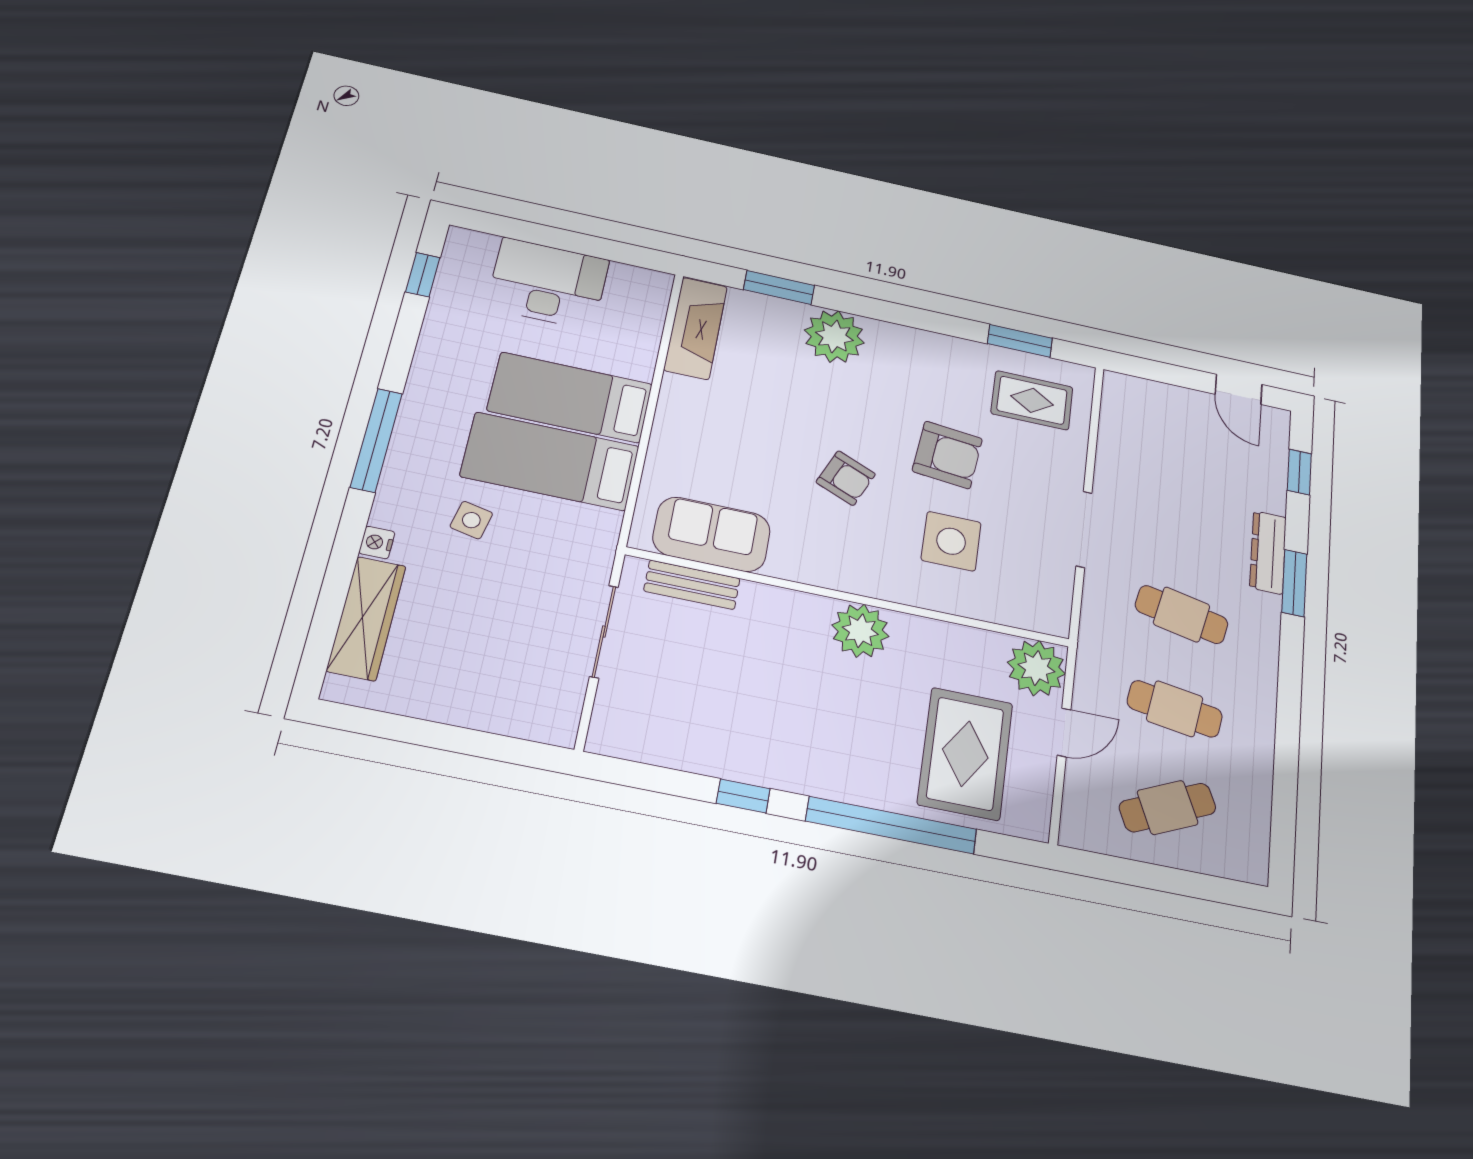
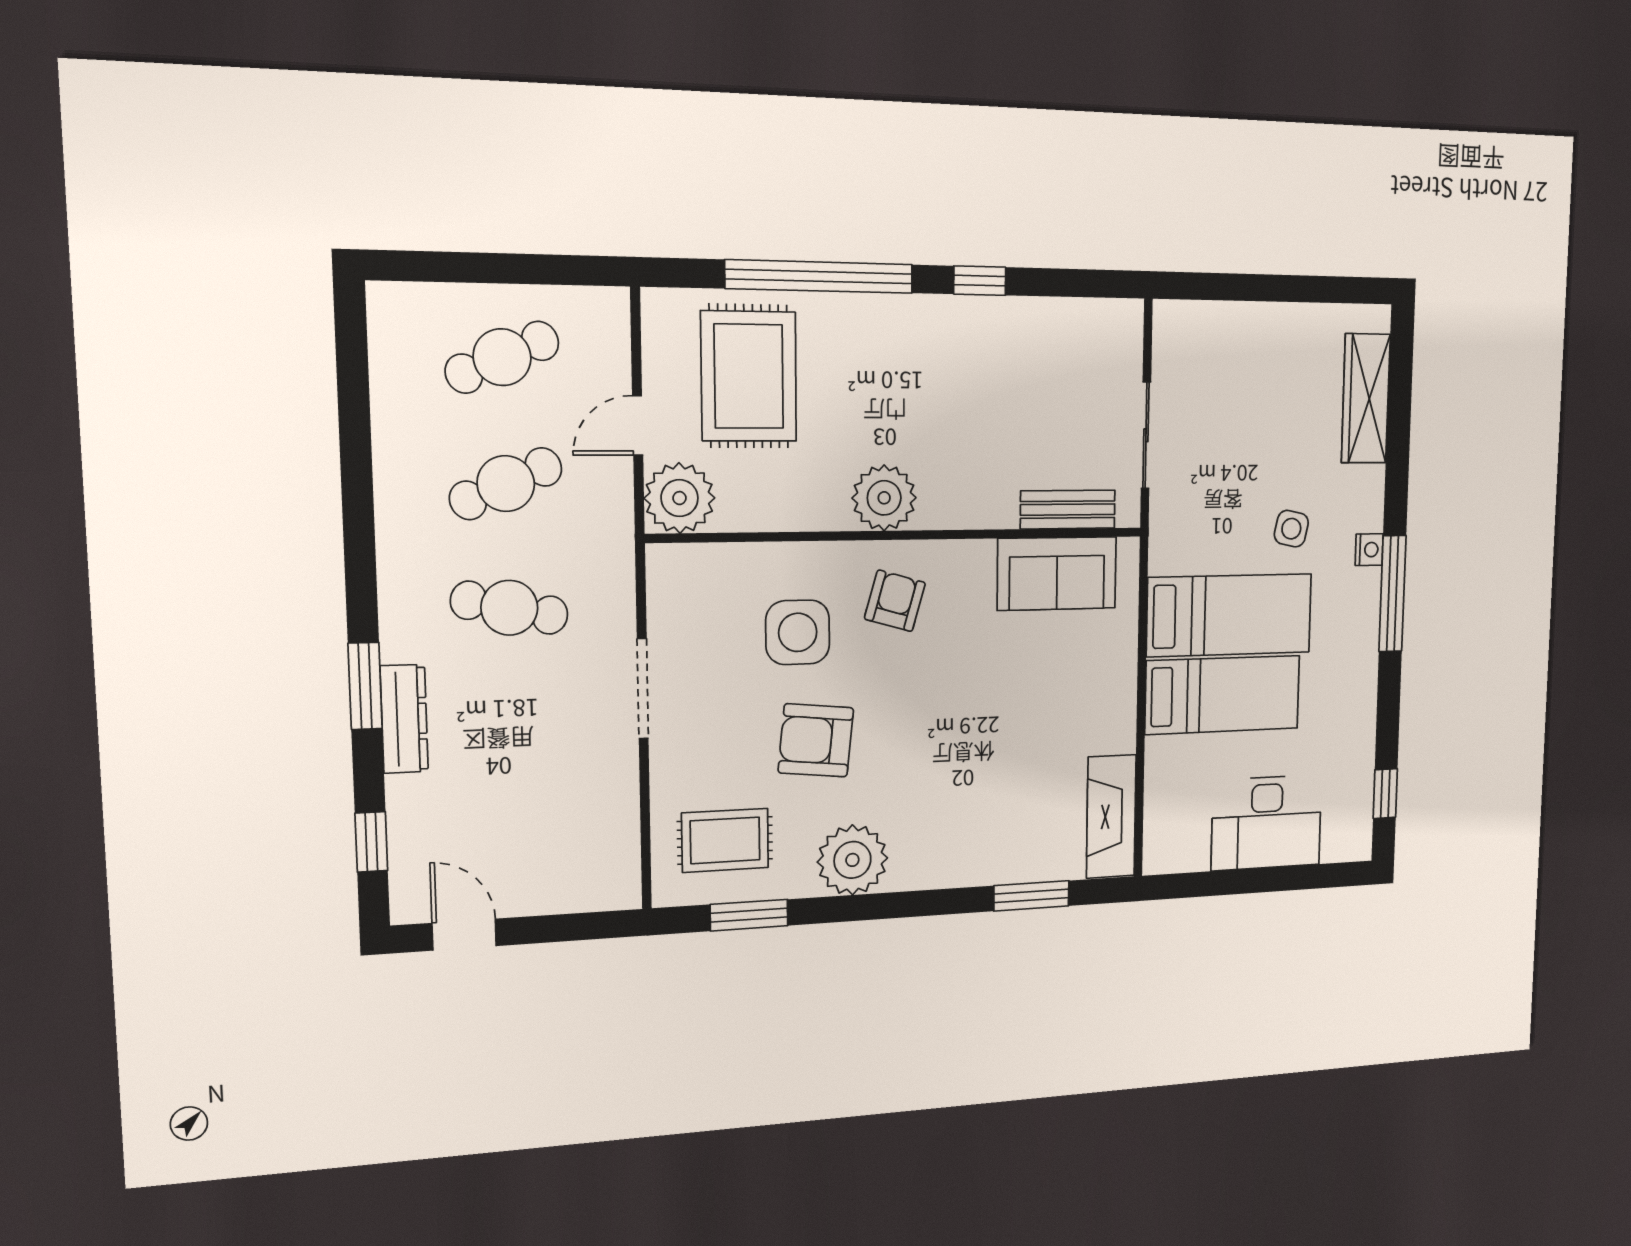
plant: (834, 336) -> (852, 860), moved
armchair: (846, 478) -> (895, 601), moved, turned 83
nightstand: (377, 542) -> (1369, 550), moved
cafe table: (1175, 709) -> (506, 484), turned -33

